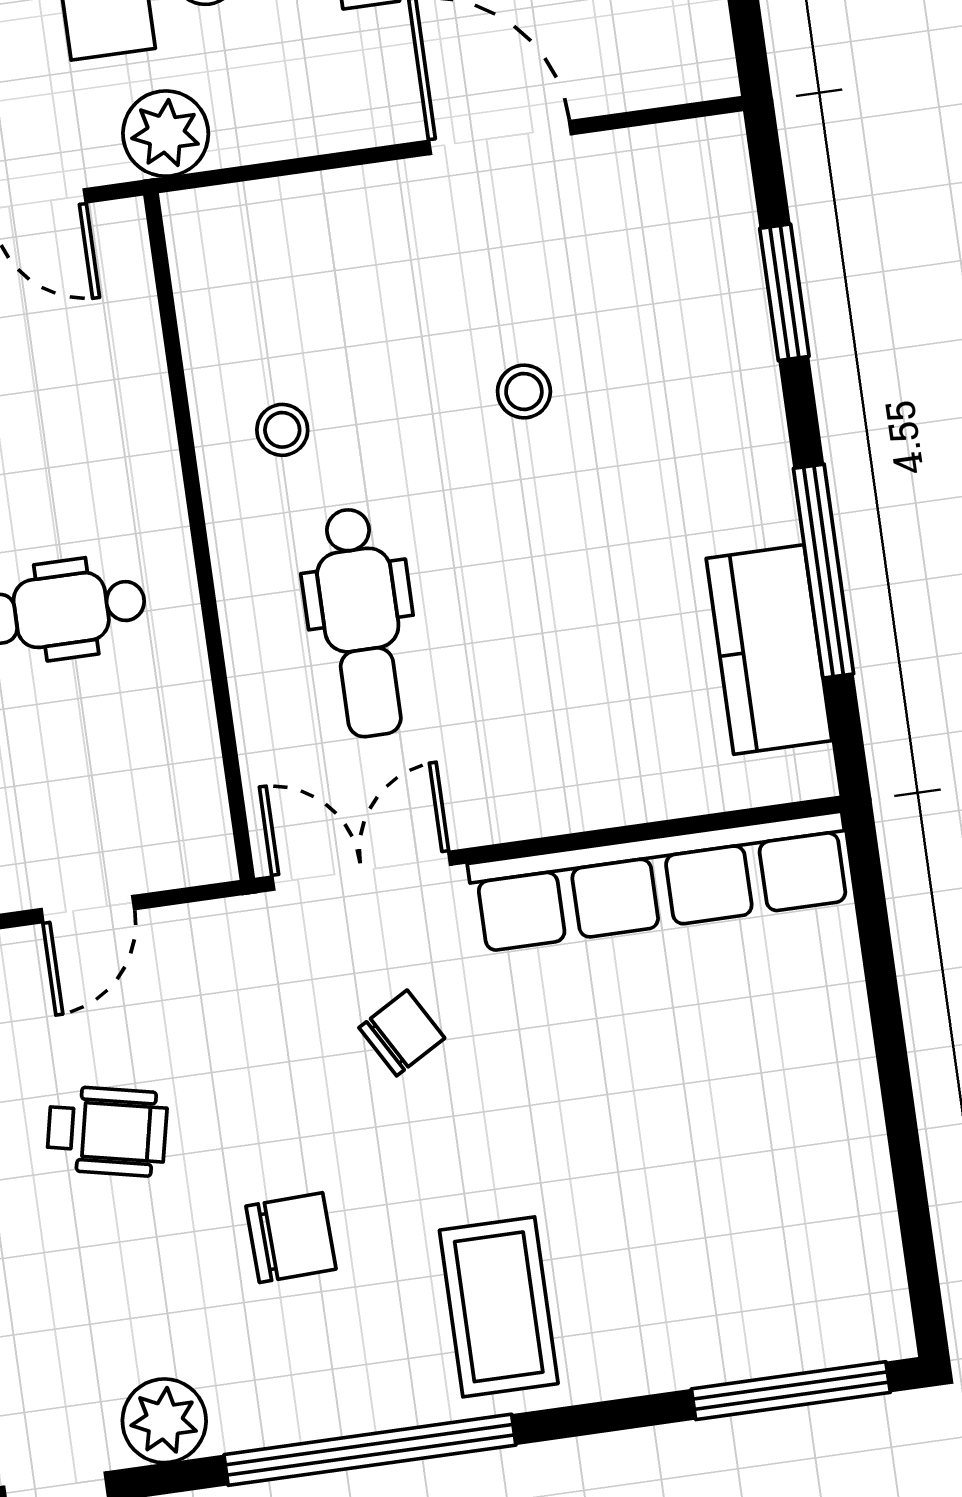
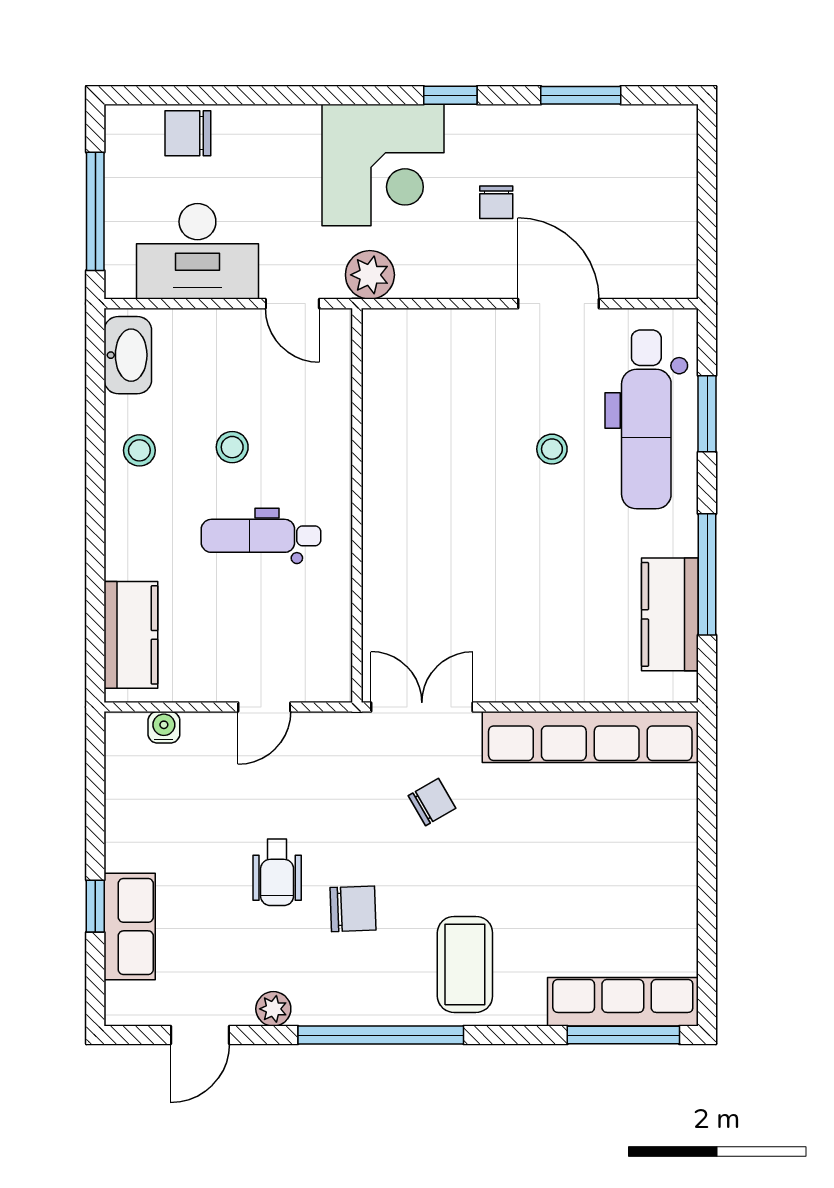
stool: (282, 430) -> (412, 452), removed
dental chair: (361, 623) -> (646, 419), moved, width x1.36, depth x1.38
wheelchair: (107, 1131) -> (277, 872), moved, turned 78
row of seats: (782, 1333) -> (623, 1002), added
plant: (164, 1421) -> (273, 1009), width x0.73, depth x0.73

